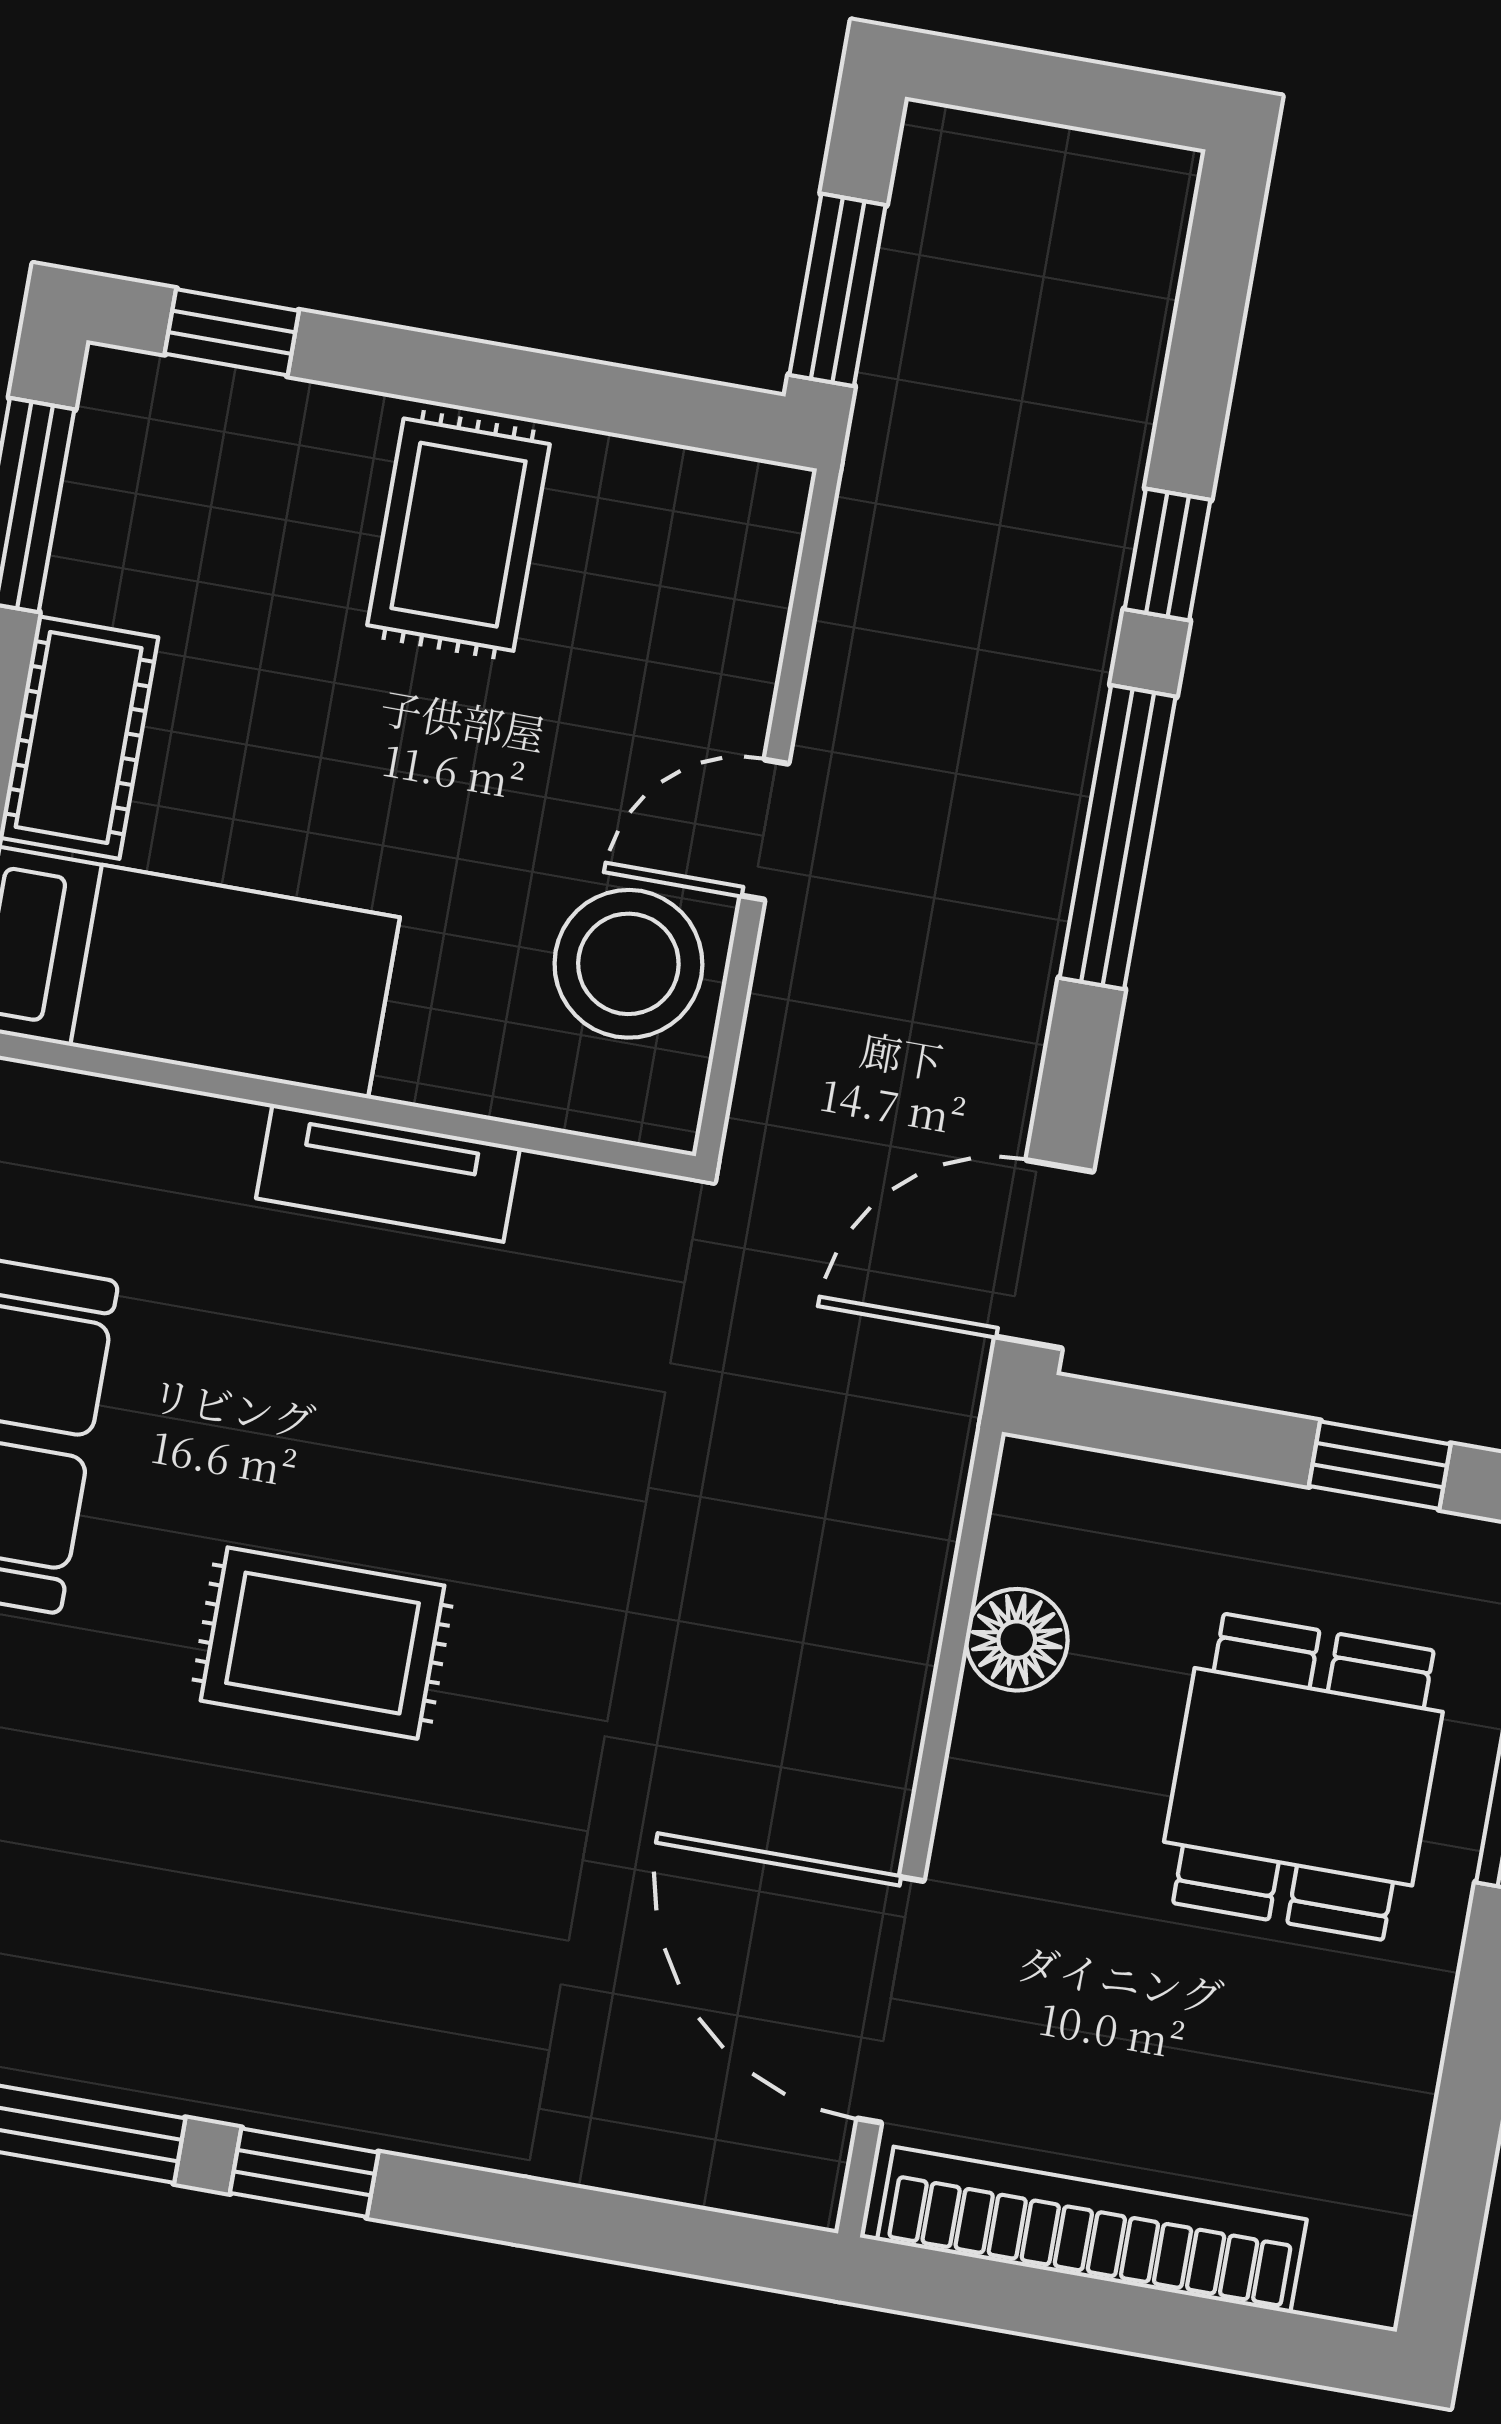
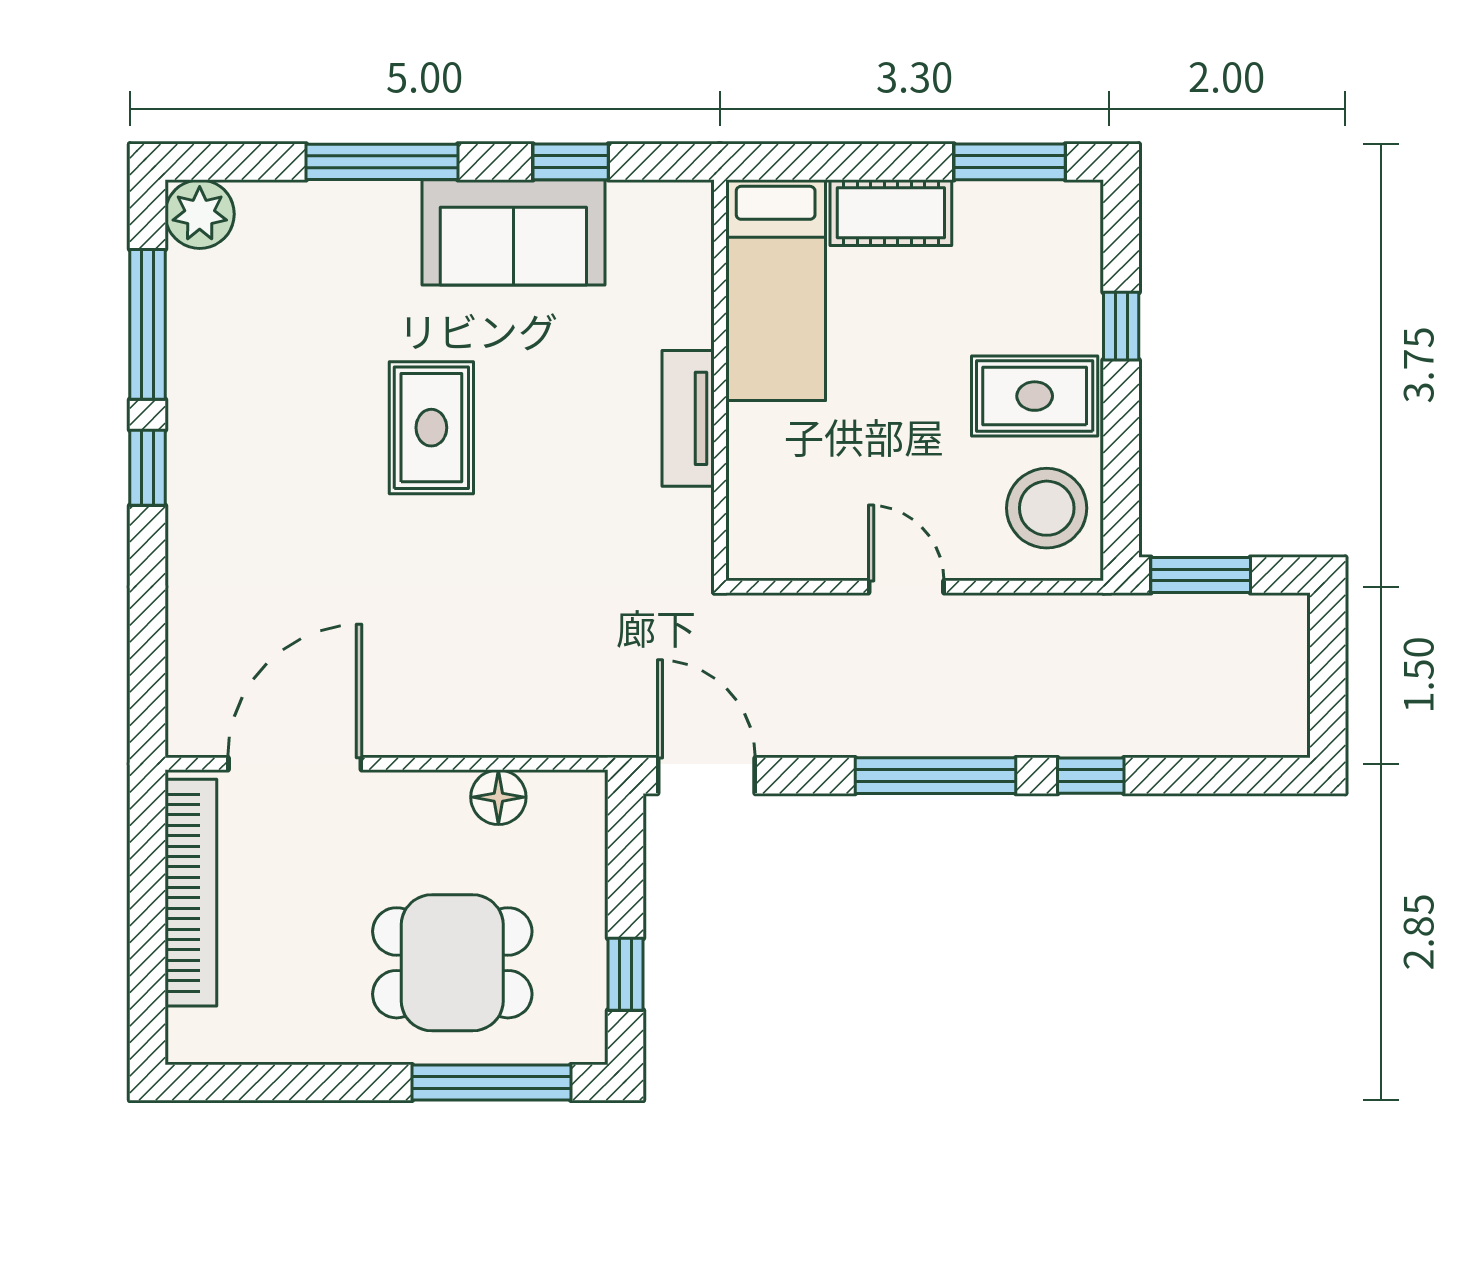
window: (232, 332) -> (1121, 326), moved
stool: (628, 964) -> (1047, 508), moved

